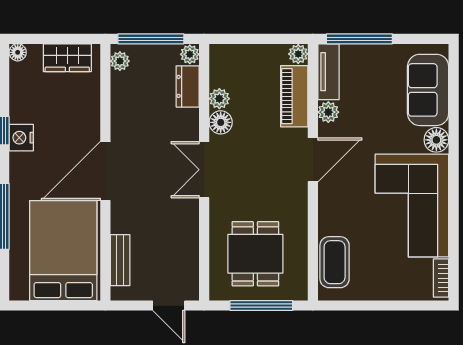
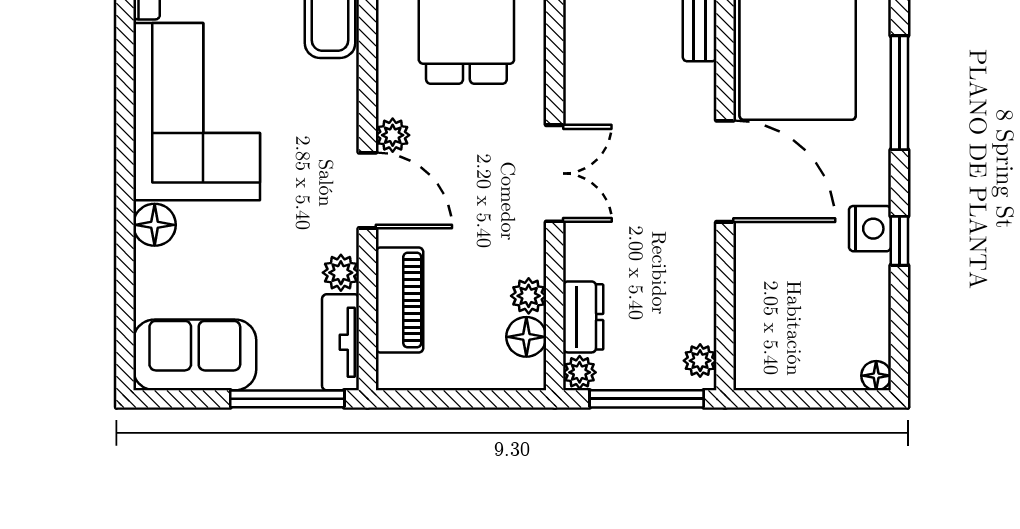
plant: (298, 54) -> (393, 135), moved
wardrobe: (67, 58) -> (791, 366), removed
sofa: (428, 90) -> (195, 355), moved, turned -90
floor lamp: (221, 122) -> (526, 337), moved
door: (313, 160) -> (367, 190), swing flipped
door: (105, 171) -> (725, 171), hinge flipped

